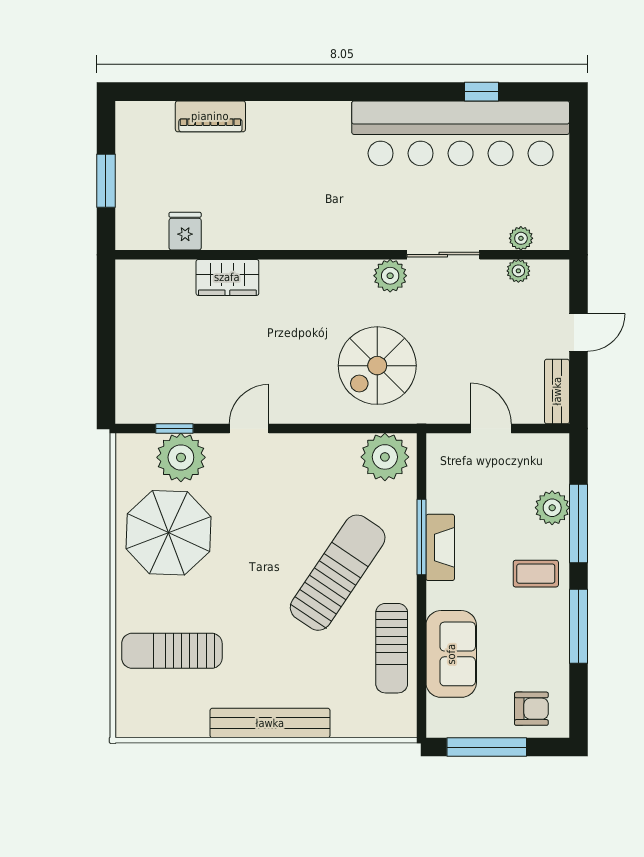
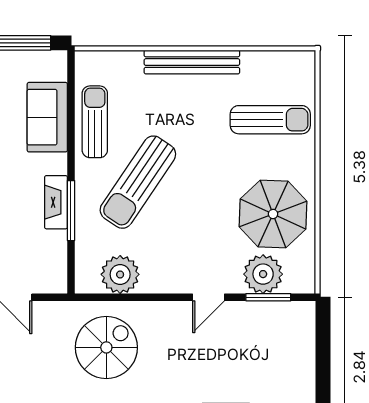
window: (174, 428) -> (268, 297), width x1.50
plant: (385, 457) -> (120, 274), moved

